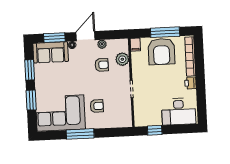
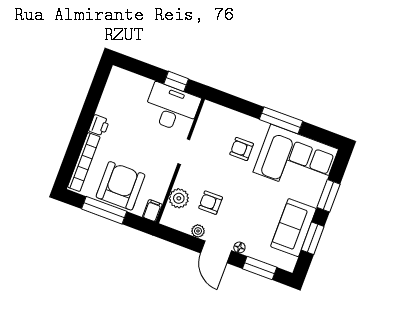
door: (85, 36) -> (216, 252), hinge flipped
sofa: (51, 52) -> (293, 228), moved, turned -90
desk: (179, 111) -> (172, 108), moved

